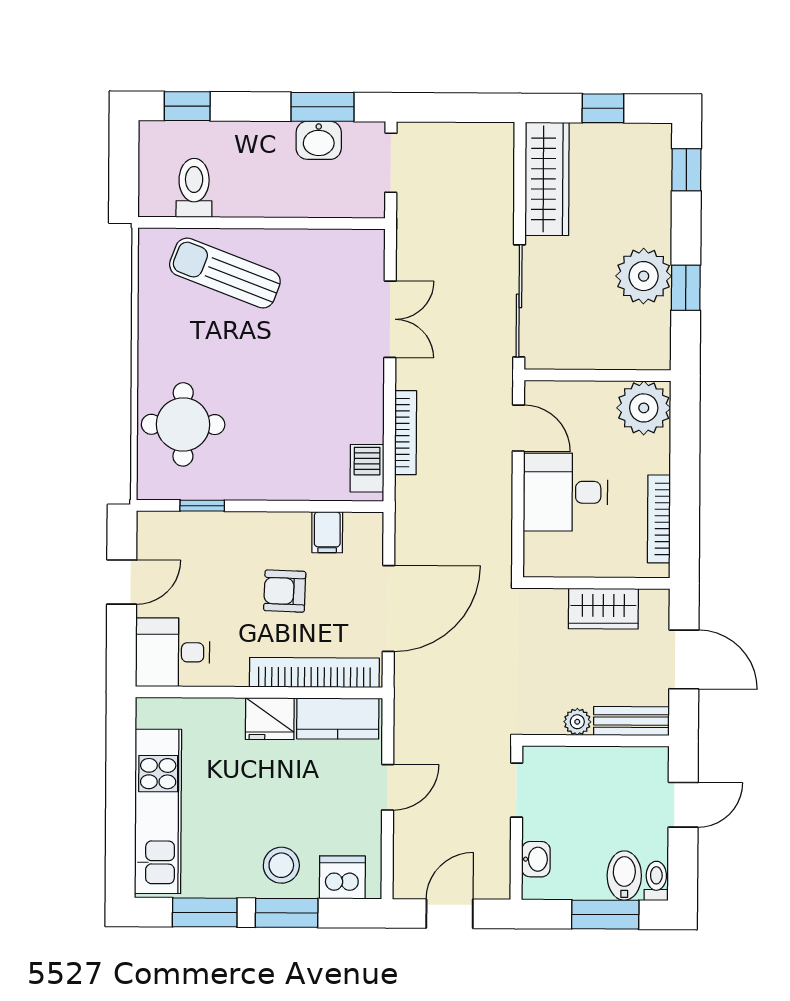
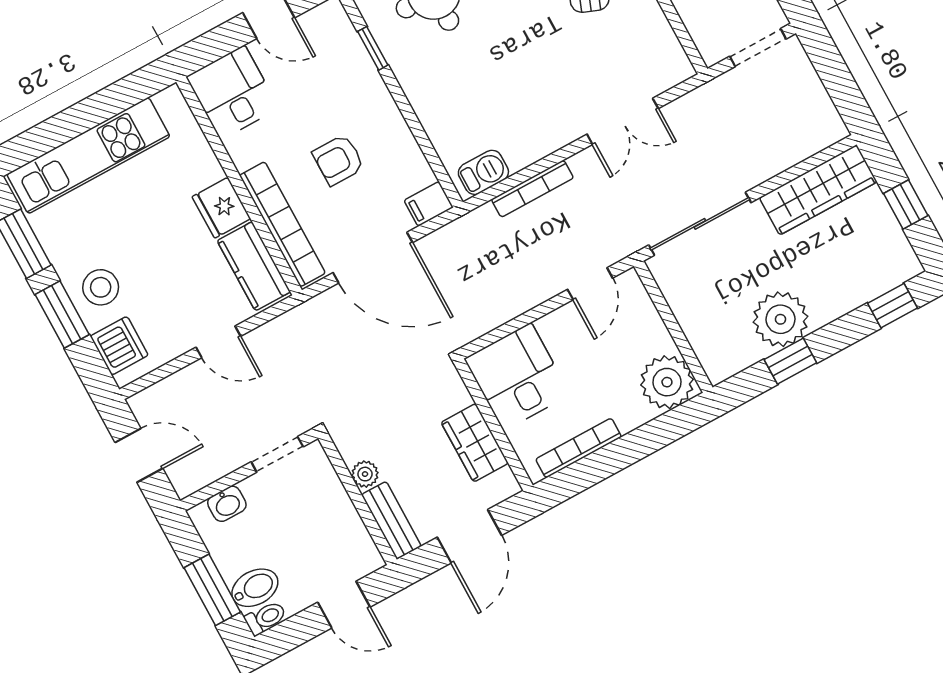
desk: (565, 492) -> (517, 377), moved
filing cabinet: (327, 532) -> (429, 204), moved
armchair: (285, 591) -> (338, 160), turned -92

